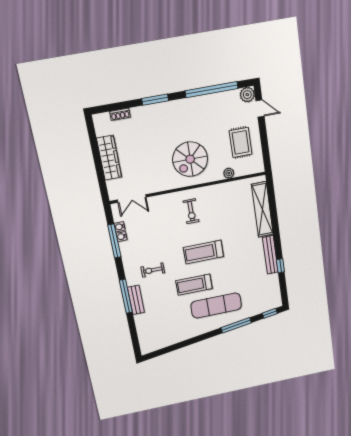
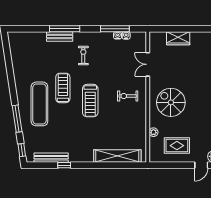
wardrobe: (109, 158) -> (178, 38), width x0.67
double door: (132, 198) -> (148, 64), moved
treadmill: (203, 252) -> (90, 101), turned 180
bench: (270, 255) -> (51, 158), moved

